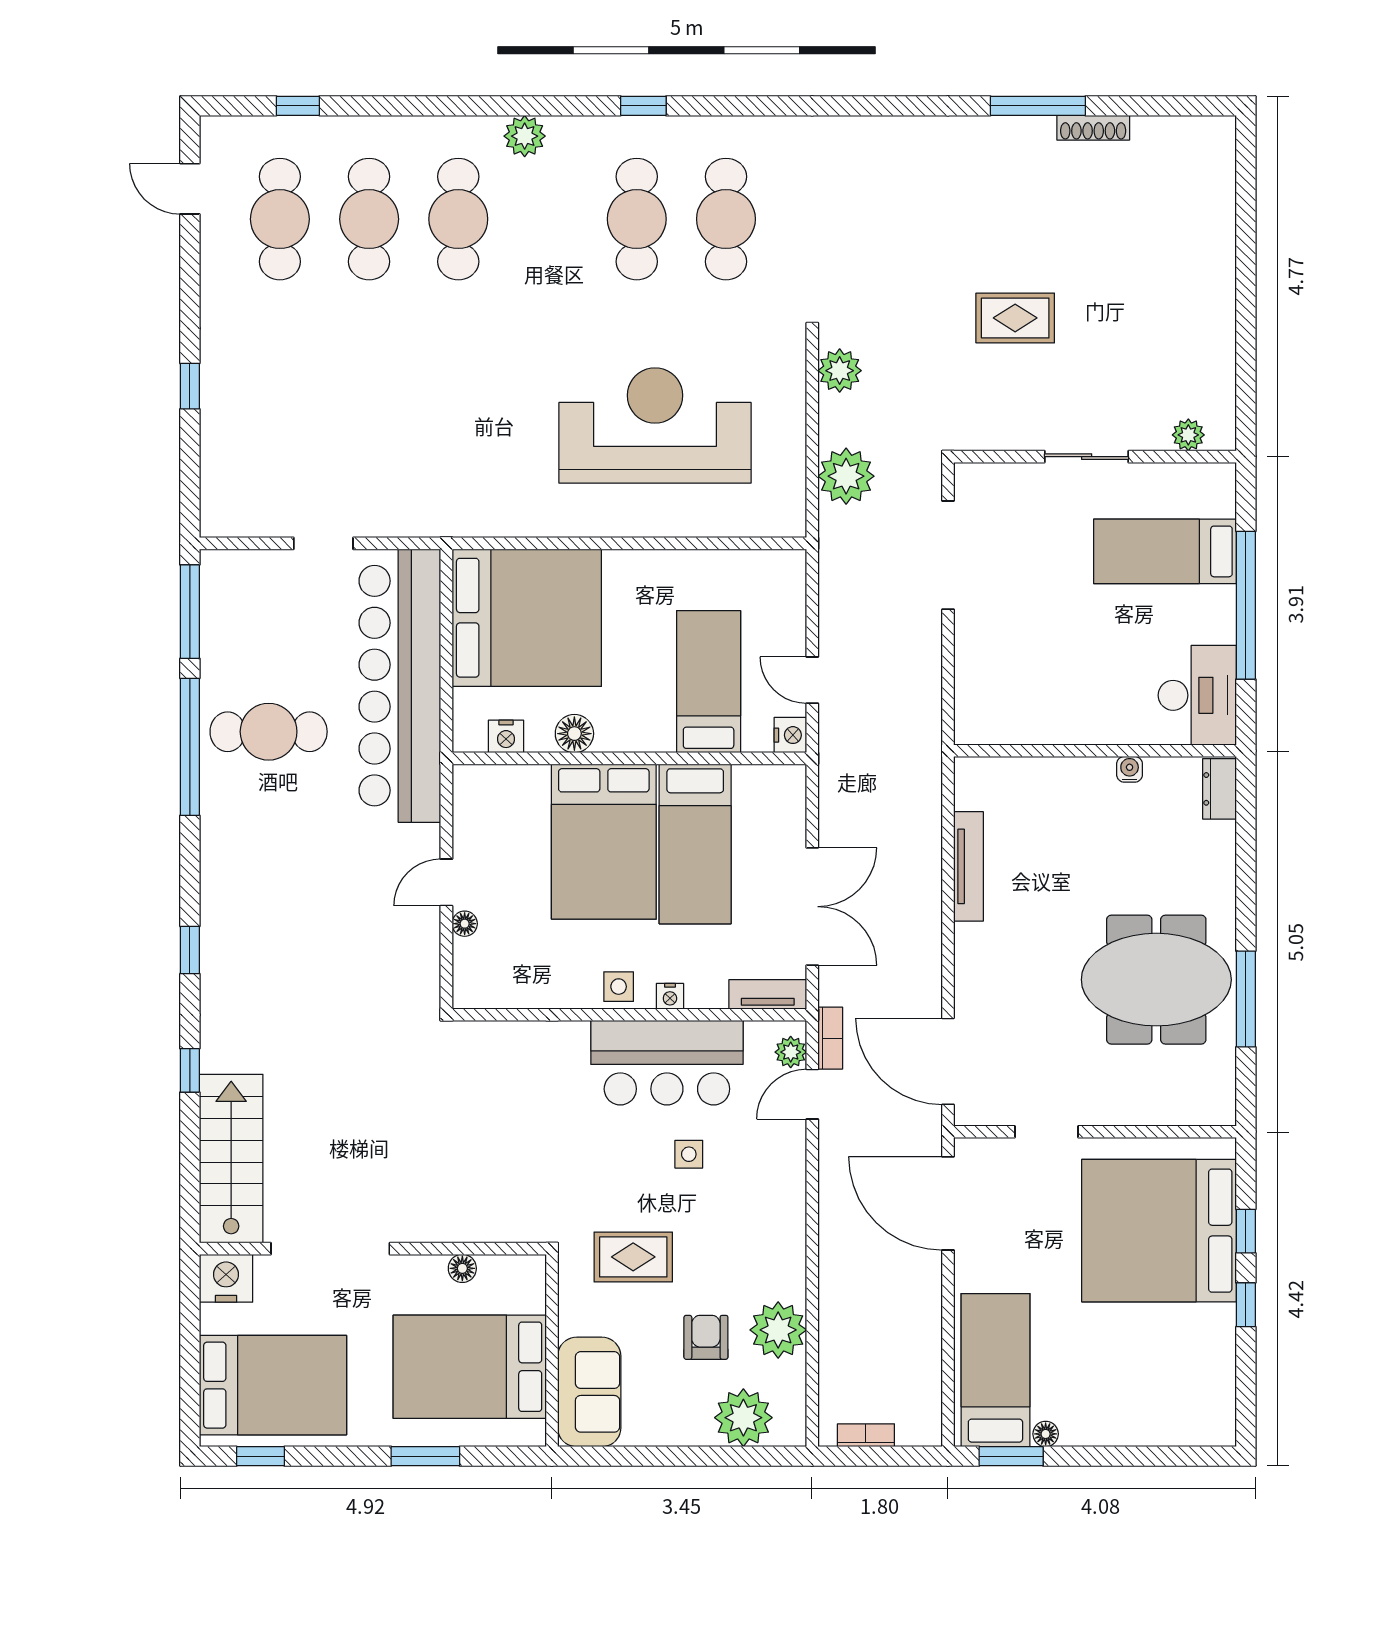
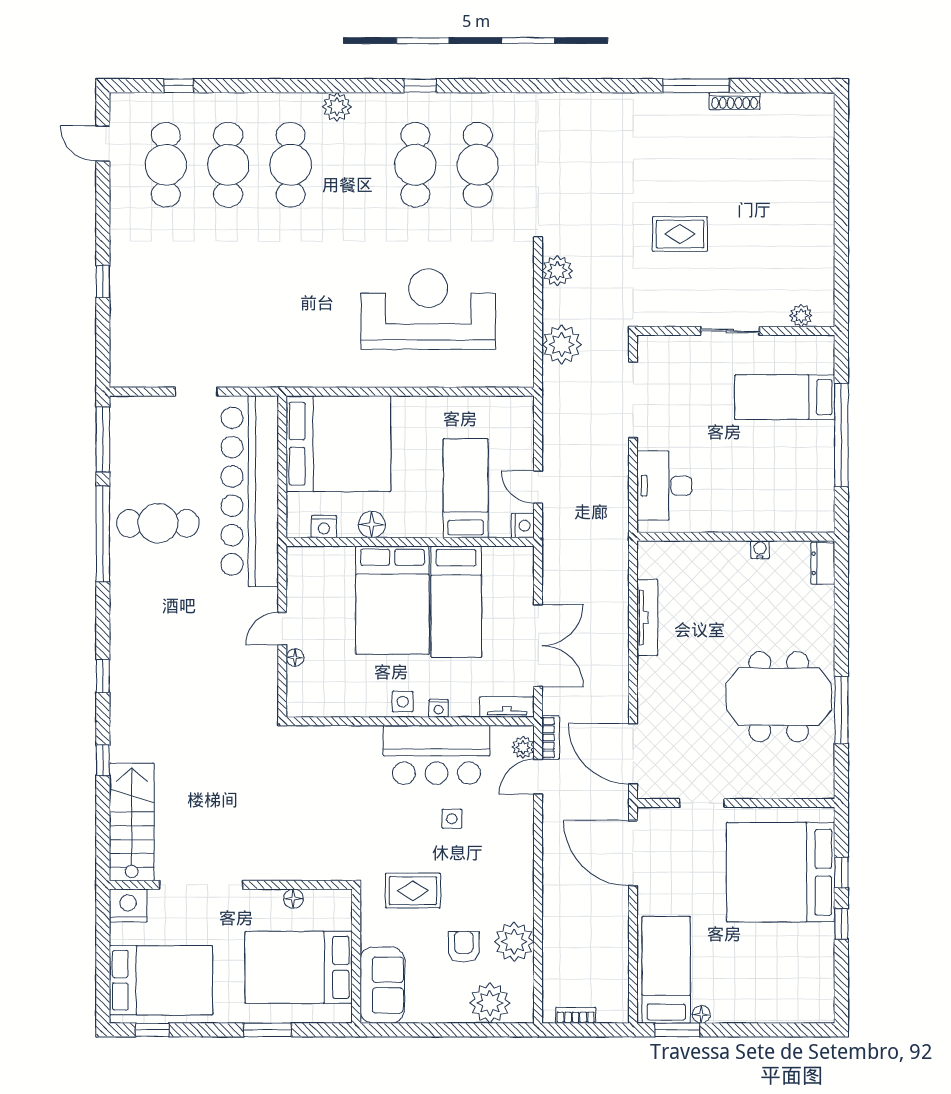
desk: (1197, 695) -> (664, 486), moved, turned 180

